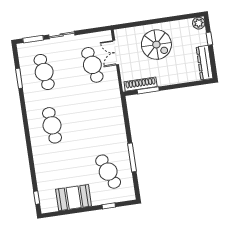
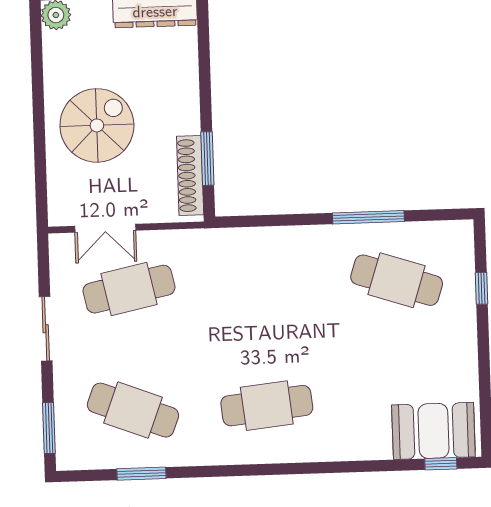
sliding door: (62, 35) -> (46, 329), moved
cafe table: (44, 72) -> (133, 410), turned 30
cafe table: (108, 172) -> (397, 280), turned 39
booth: (74, 198) -> (433, 431), moved, turned 90

